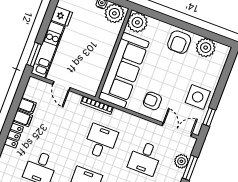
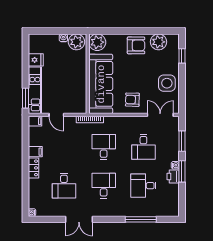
armchair: (179, 42) -> (136, 45), turned -90
filing cabinet: (27, 106) -> (35, 121), moved
window: (209, 117) -> (182, 56), moved
plant: (181, 161) -> (173, 139), removed

